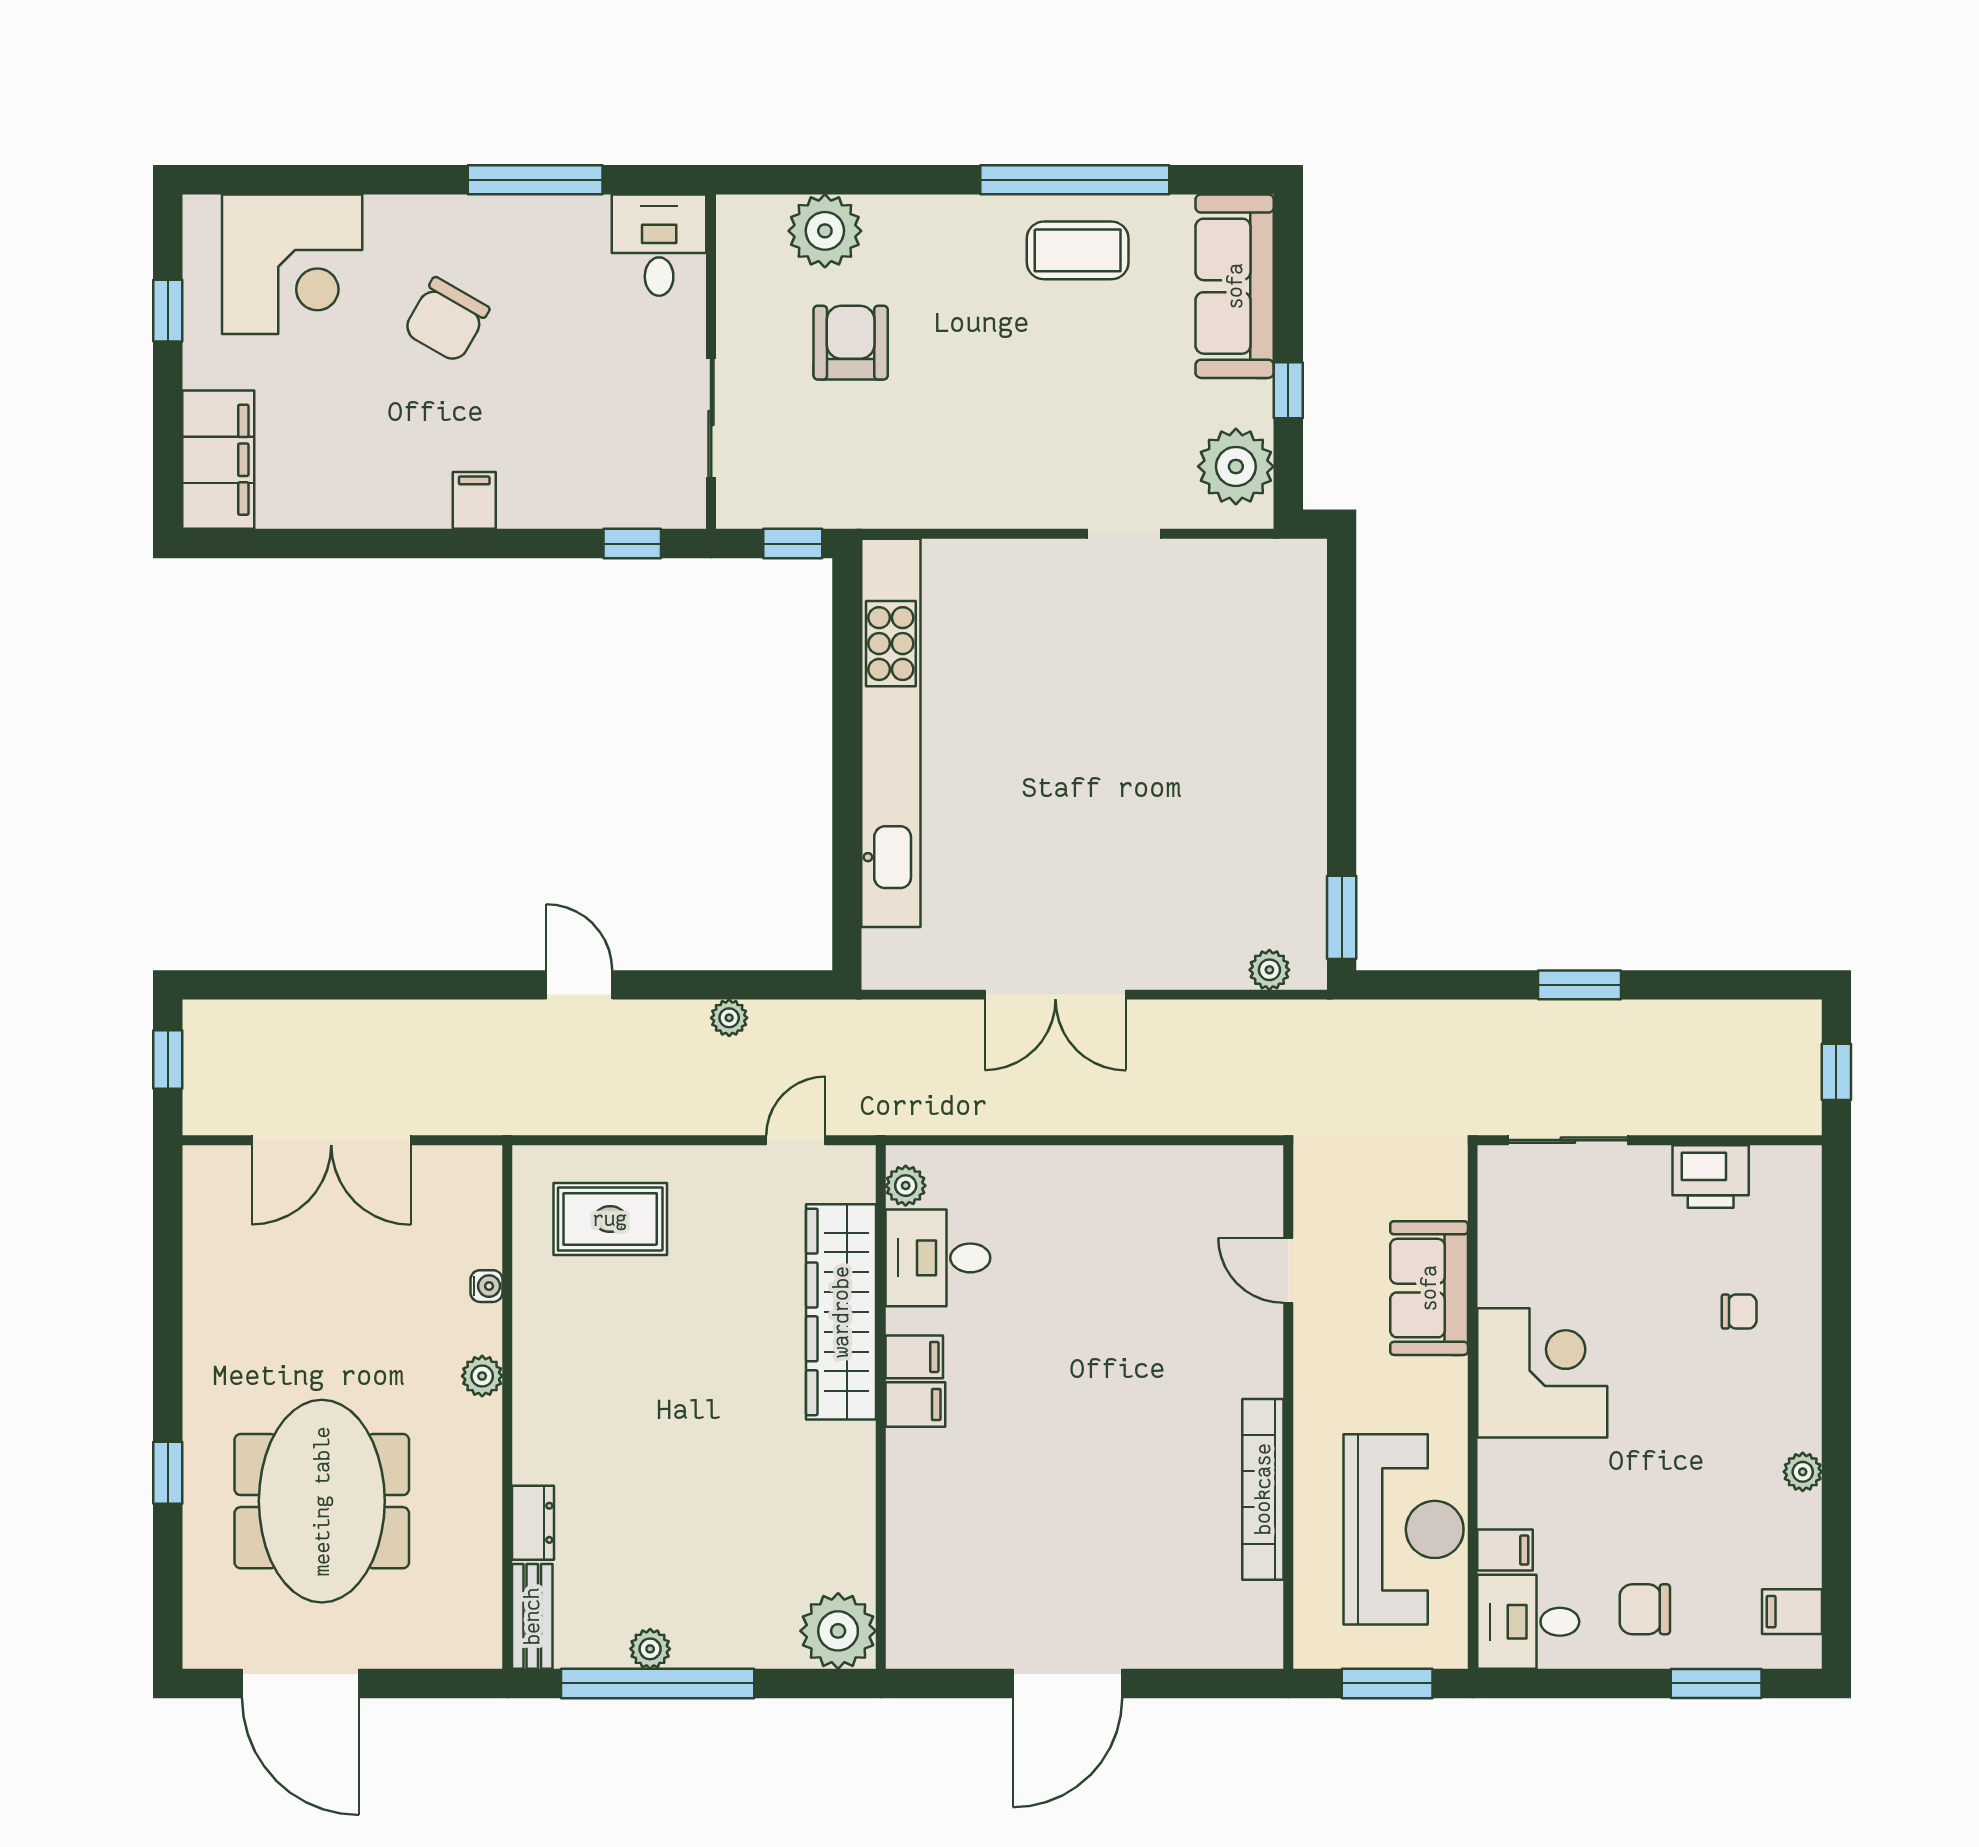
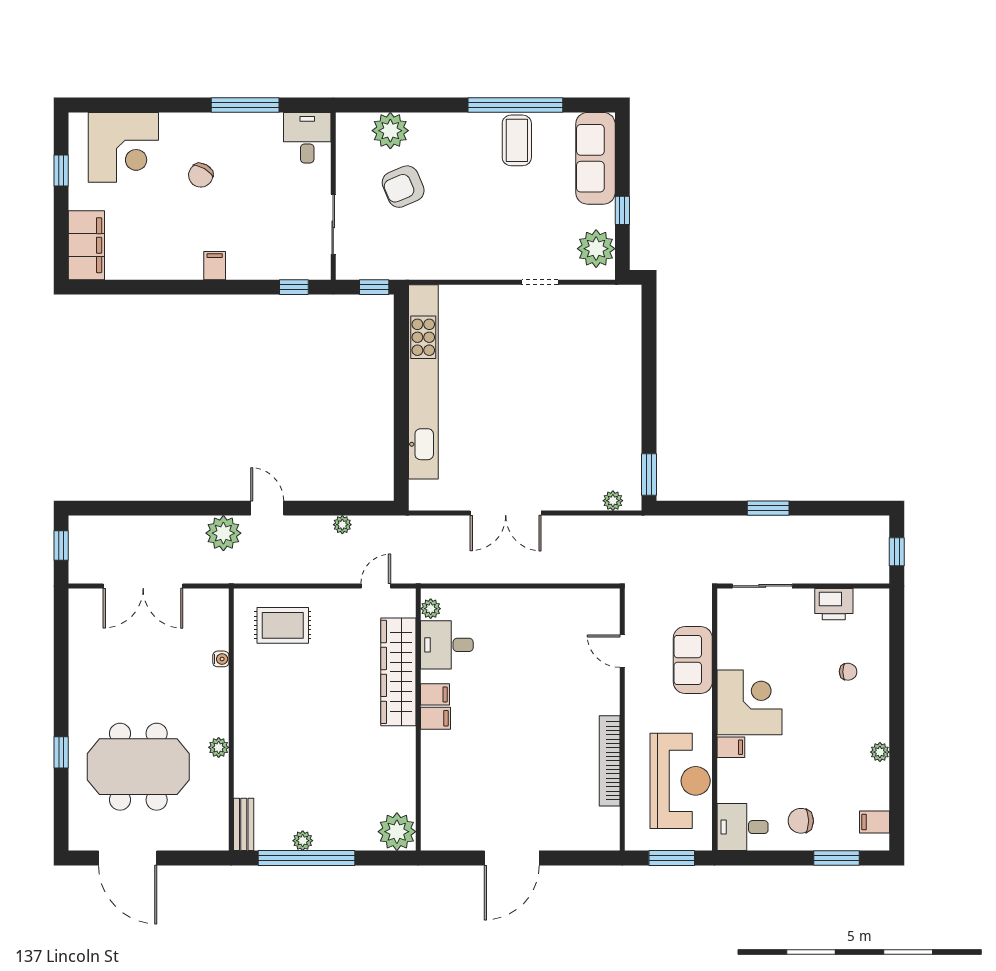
coffee table: (1078, 250) -> (517, 140), turned 90
chair: (446, 320) -> (201, 175), width x0.73, depth x0.73
armchair: (851, 343) -> (403, 187), turned -113
plant: (492, 1035) -> (223, 533), added
plant: (482, 1376) -> (219, 747), moved
meeting table: (322, 1501) -> (138, 767), turned 90
dresser: (533, 1523) -> (244, 778), removed
filing cabinet: (1505, 1550) -> (731, 747), moved

